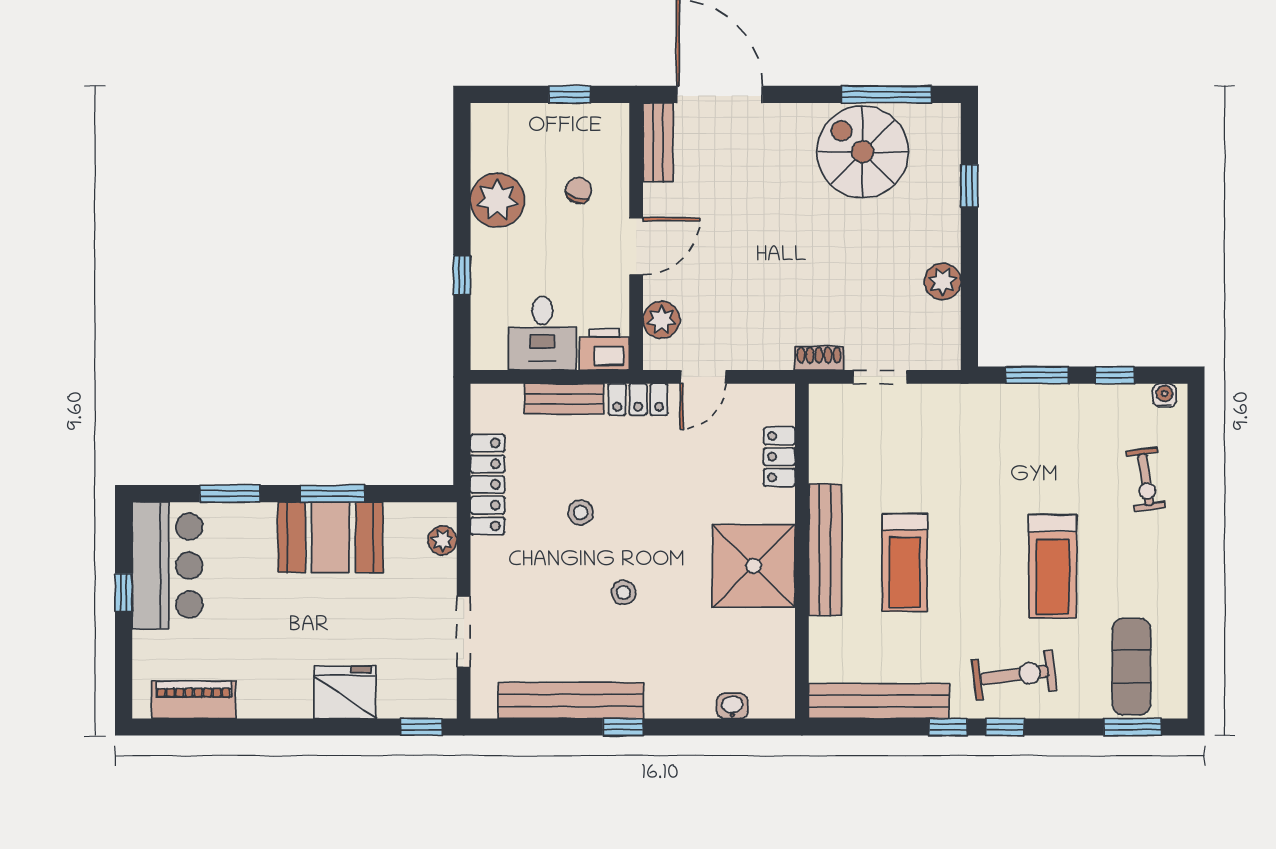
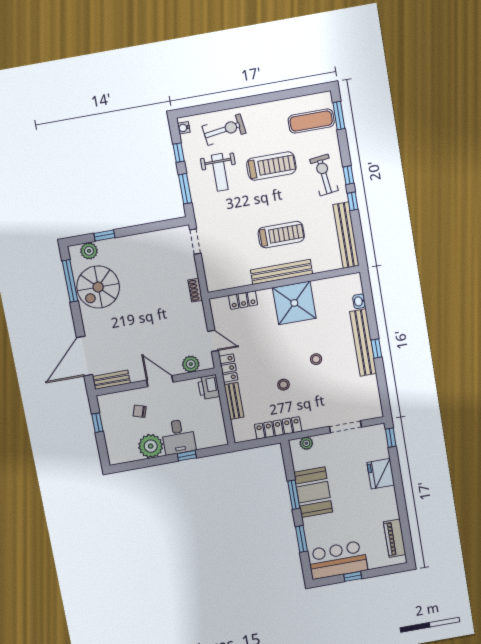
plant: (943, 281) -> (89, 251), moved
desk: (542, 333) -> (178, 437), moved, turned 90
doorway: (880, 377) -> (195, 242), moved
weight bench: (1059, 455) -> (220, 172), added
exercise bike: (1146, 479) -> (224, 130), width x1.38, depth x1.39
bench: (571, 700) -> (363, 343), moved

